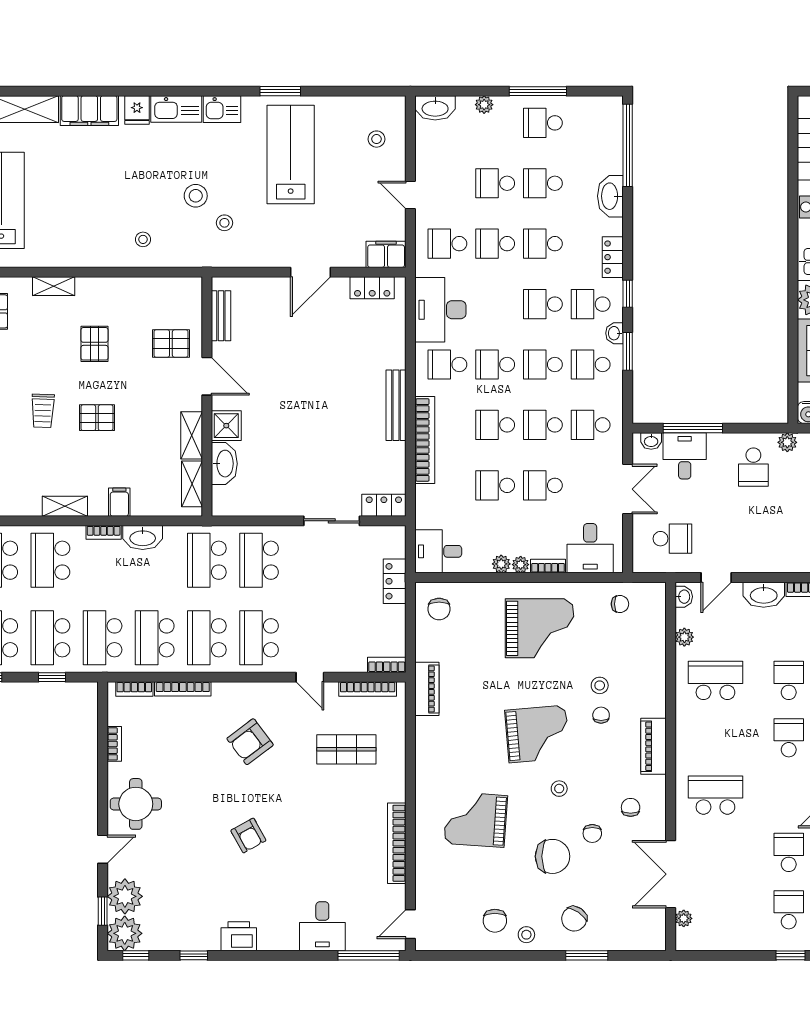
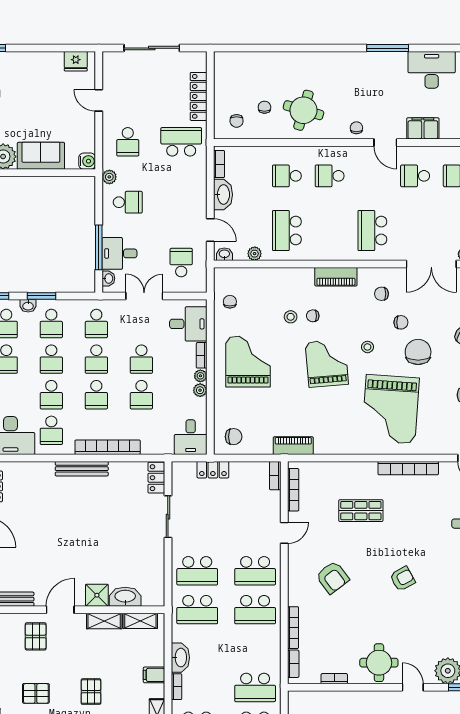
school desk: (155, 638) -> (255, 649), removed
shop shelf: (346, 749) -> (361, 511), moved, turned 90
grand piano: (476, 819) -> (391, 409), width x1.37, depth x1.48

